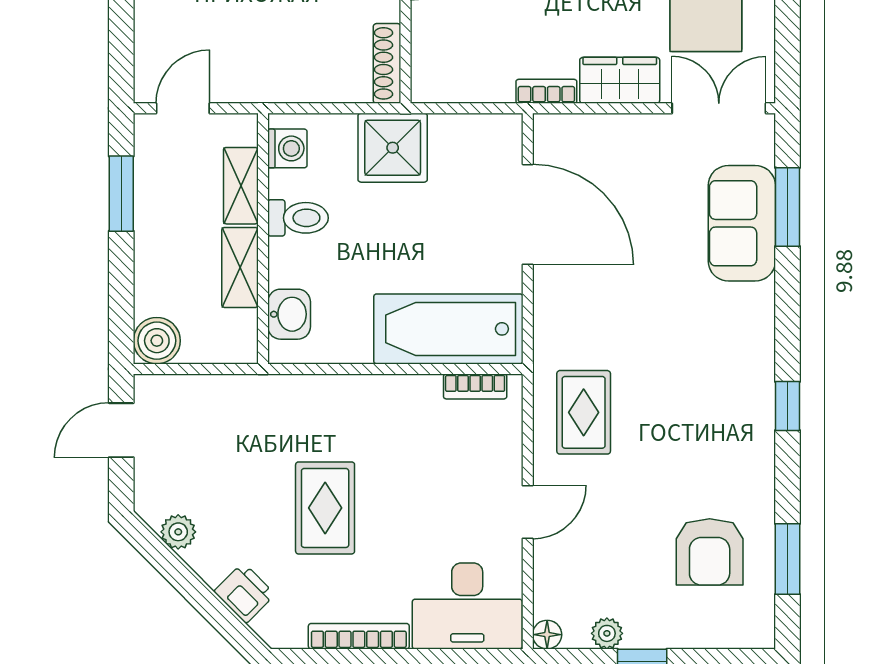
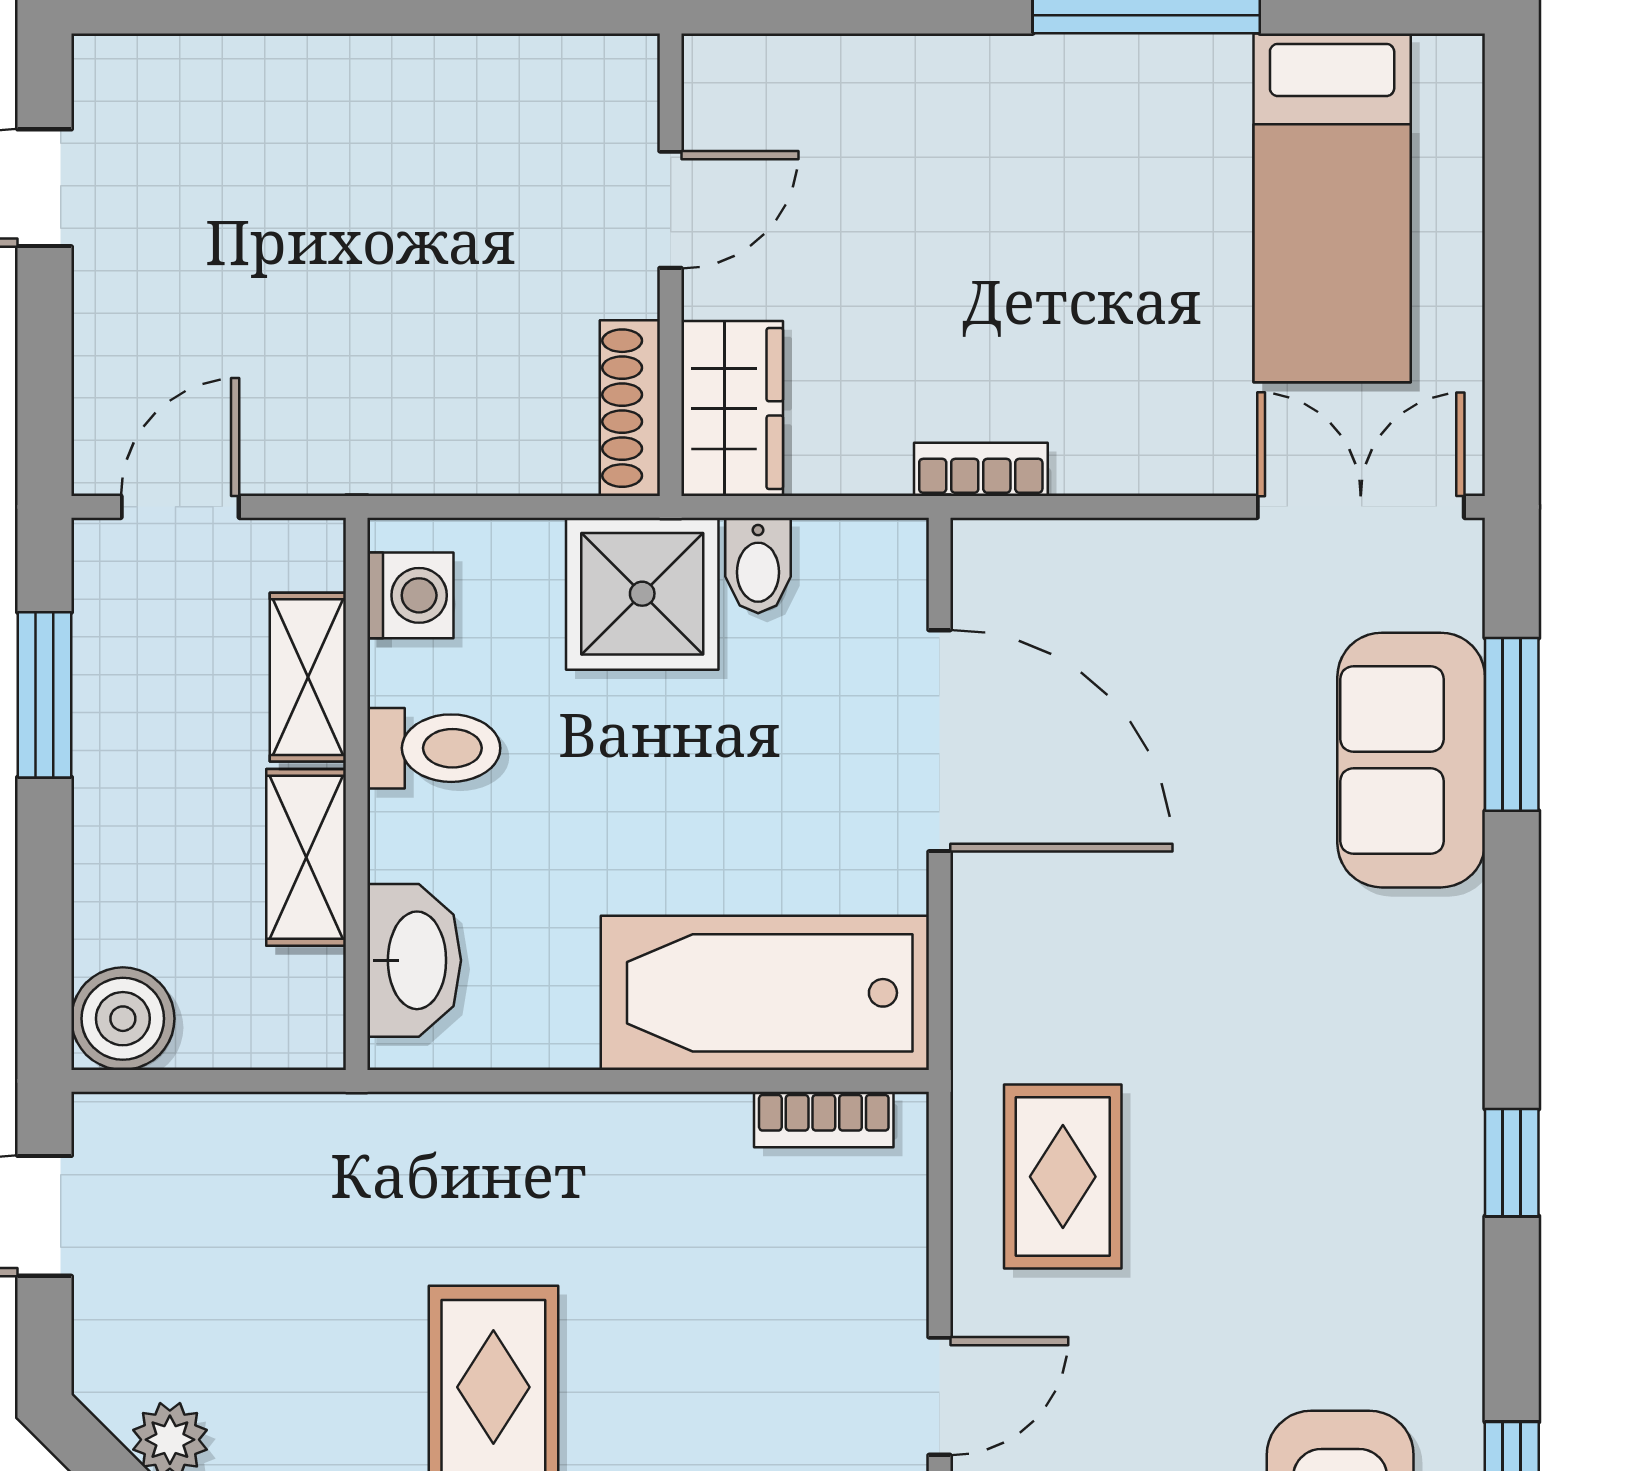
wardrobe: (620, 80) -> (732, 408), moved, turned 90
bidet: (445, 135) -> (758, 566), added
washbasin: (289, 314) -> (414, 960), width x1.38

